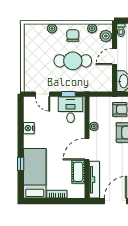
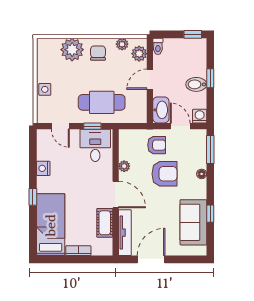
plant: (52, 28) -> (72, 50), width x1.88, depth x1.88
cafe table: (73, 61) -> (102, 102), moved
side table: (30, 65) -> (45, 89), added
door: (87, 149) -> (116, 195), swing flipped
window: (21, 164) -> (33, 197), moved

